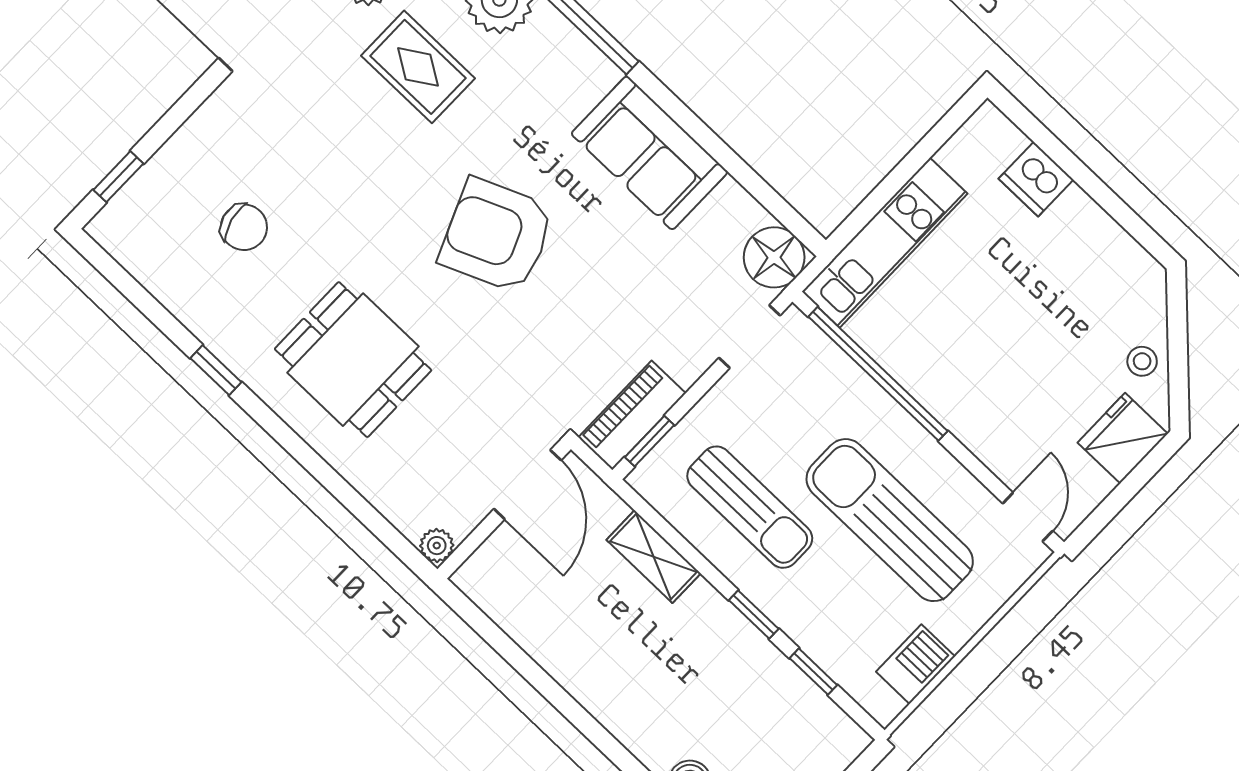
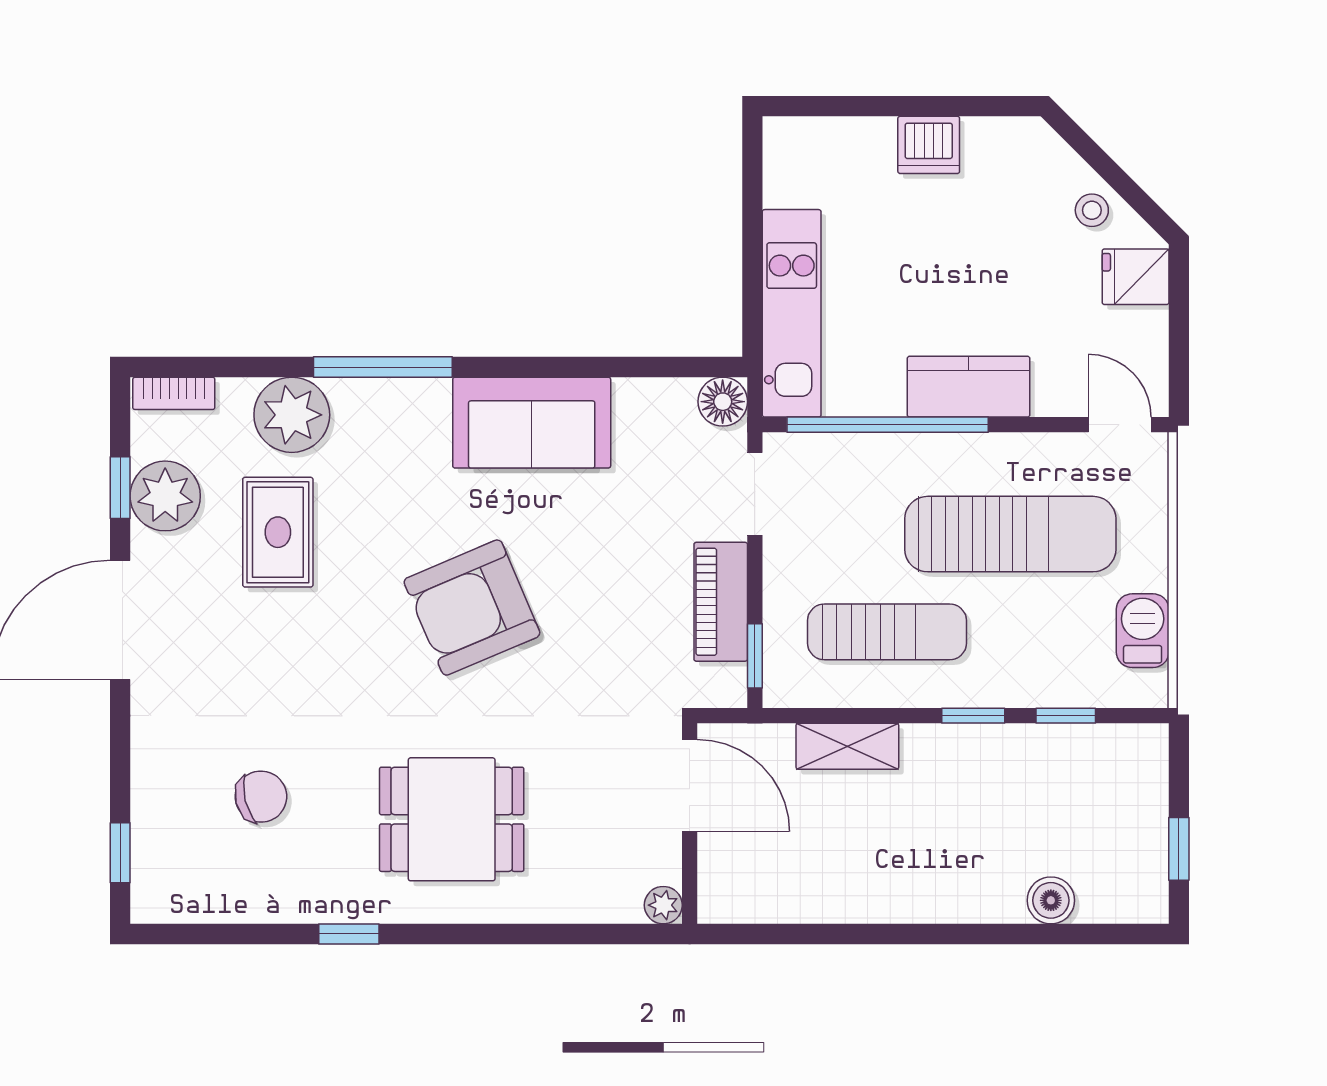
rug: (418, 67) -> (278, 532), turned 90
dishwasher: (1036, 179) -> (929, 145), moved
floor lamp: (774, 257) -> (723, 402), width x0.73, depth x0.73
kitchen counter: (954, 399) -> (969, 387), added
piano: (632, 415) -> (721, 602), moved
fridge: (1123, 438) -> (1136, 277), width x0.72
sun lounger: (890, 520) -> (1010, 534), turned 180

